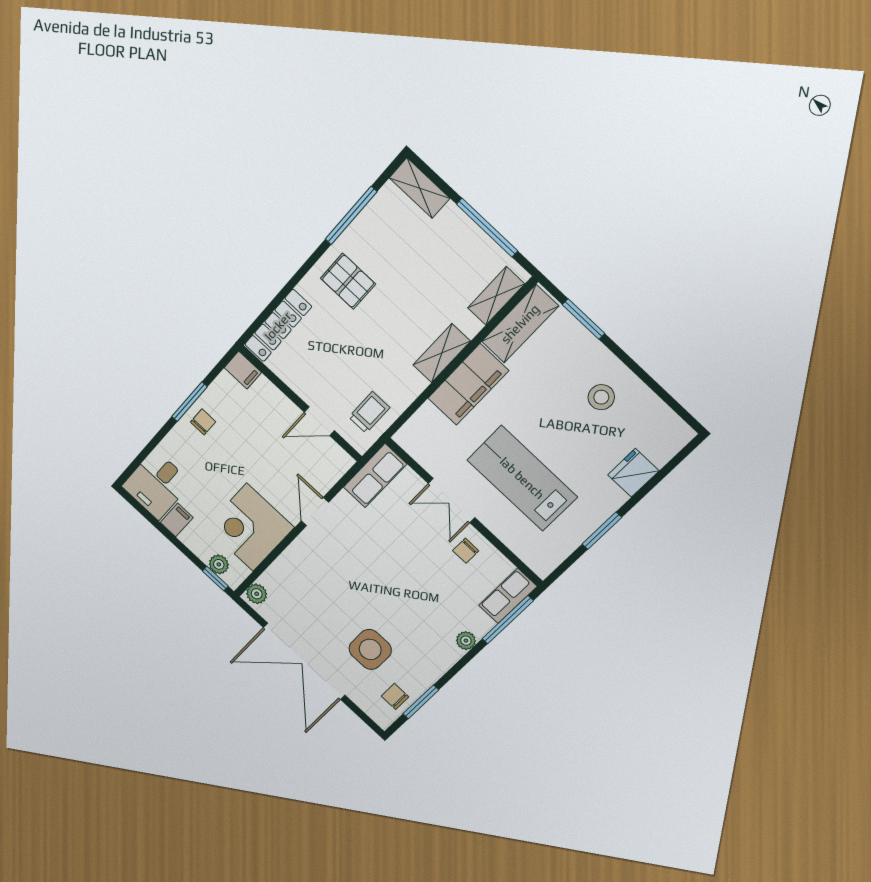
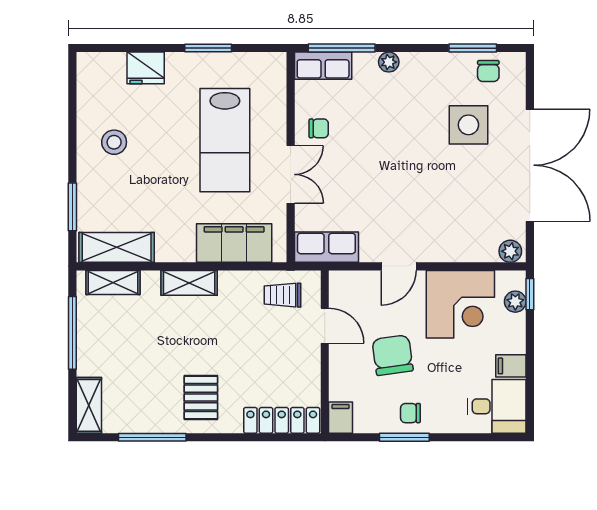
filing cabinet: (468, 384) -> (234, 243), moved
chair: (255, 448) -> (393, 355), added

